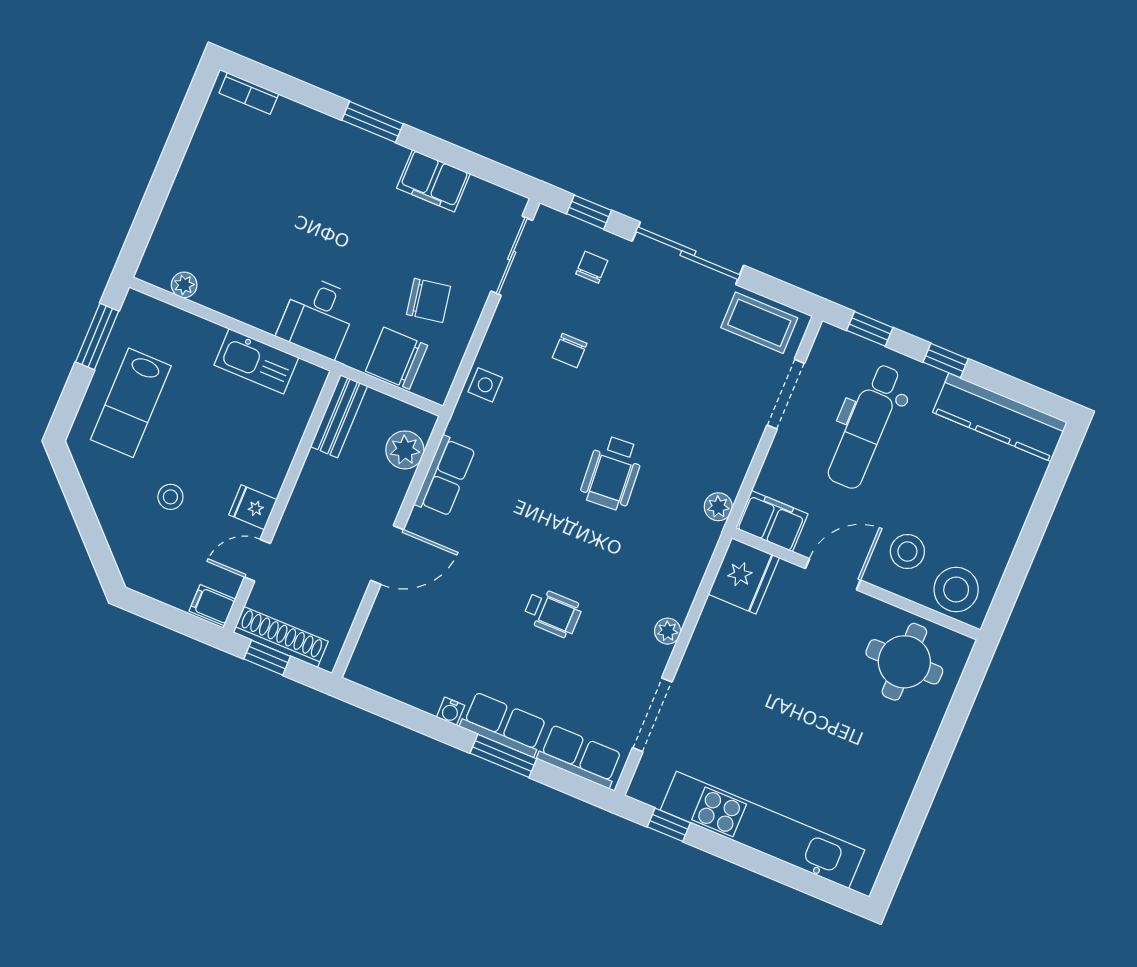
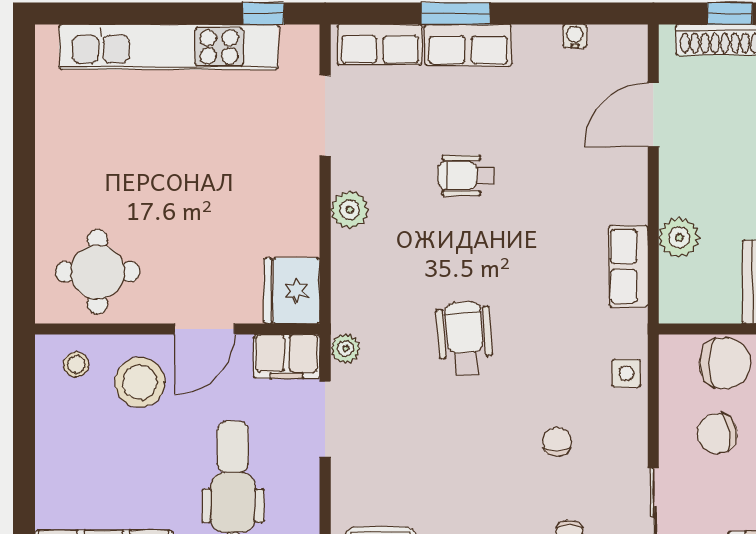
doorway: (786, 394) -> (325, 419), moved
plant: (405, 450) -> (679, 237), moved
stool: (907, 551) -> (140, 382), width x1.38, depth x1.38
door: (387, 555) -> (653, 115), moved
stool: (956, 590) -> (76, 365), width x0.53, depth x0.53
plant: (668, 631) -> (350, 210), width x1.38, depth x1.38
water cooler: (451, 711) -> (575, 36), moved

